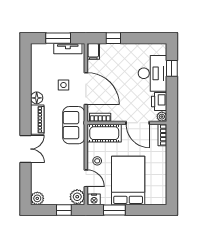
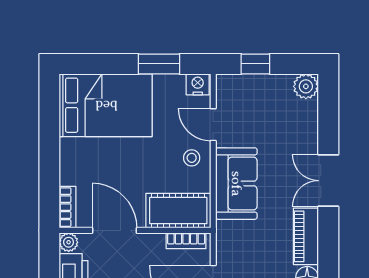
sofa: (74, 125) -> (236, 184), moved
bed: (128, 181) -> (106, 105), moved, turned -90
plant: (77, 197) -> (230, 90), removed

